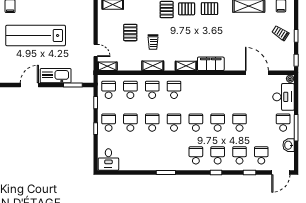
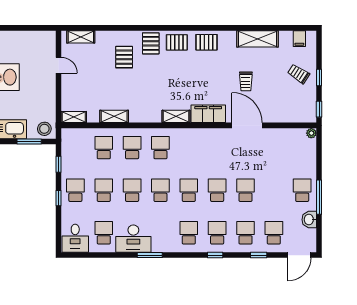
pallet: (130, 33) -> (124, 57), moved
trolley: (153, 42) -> (246, 81), moved
door: (96, 50) -> (59, 65), moved
shelving: (153, 66) -> (114, 116), moved
door: (257, 73) -> (247, 125), moved
stool: (85, 75) -> (44, 129), added
school desk: (109, 90) -> (104, 233), moved
desk: (283, 97) -> (133, 239), moved, turned 90

